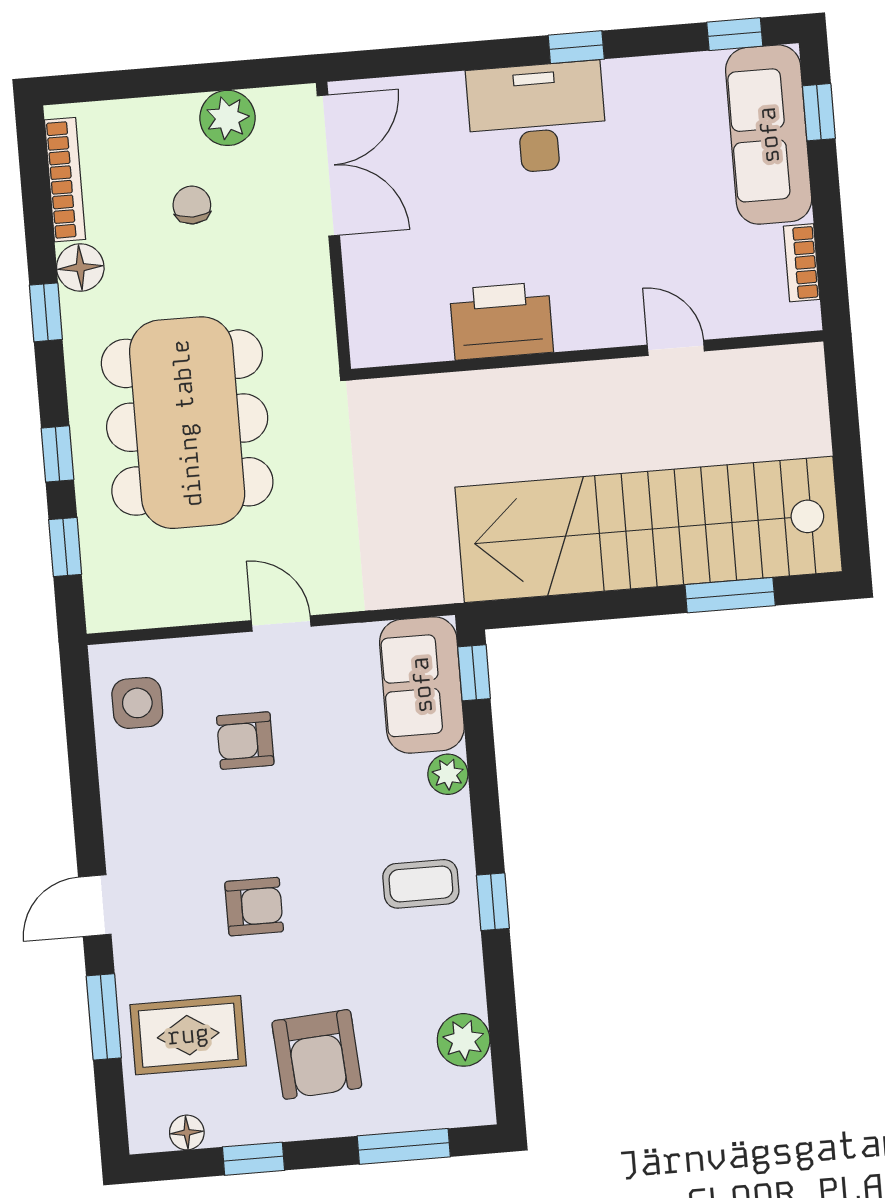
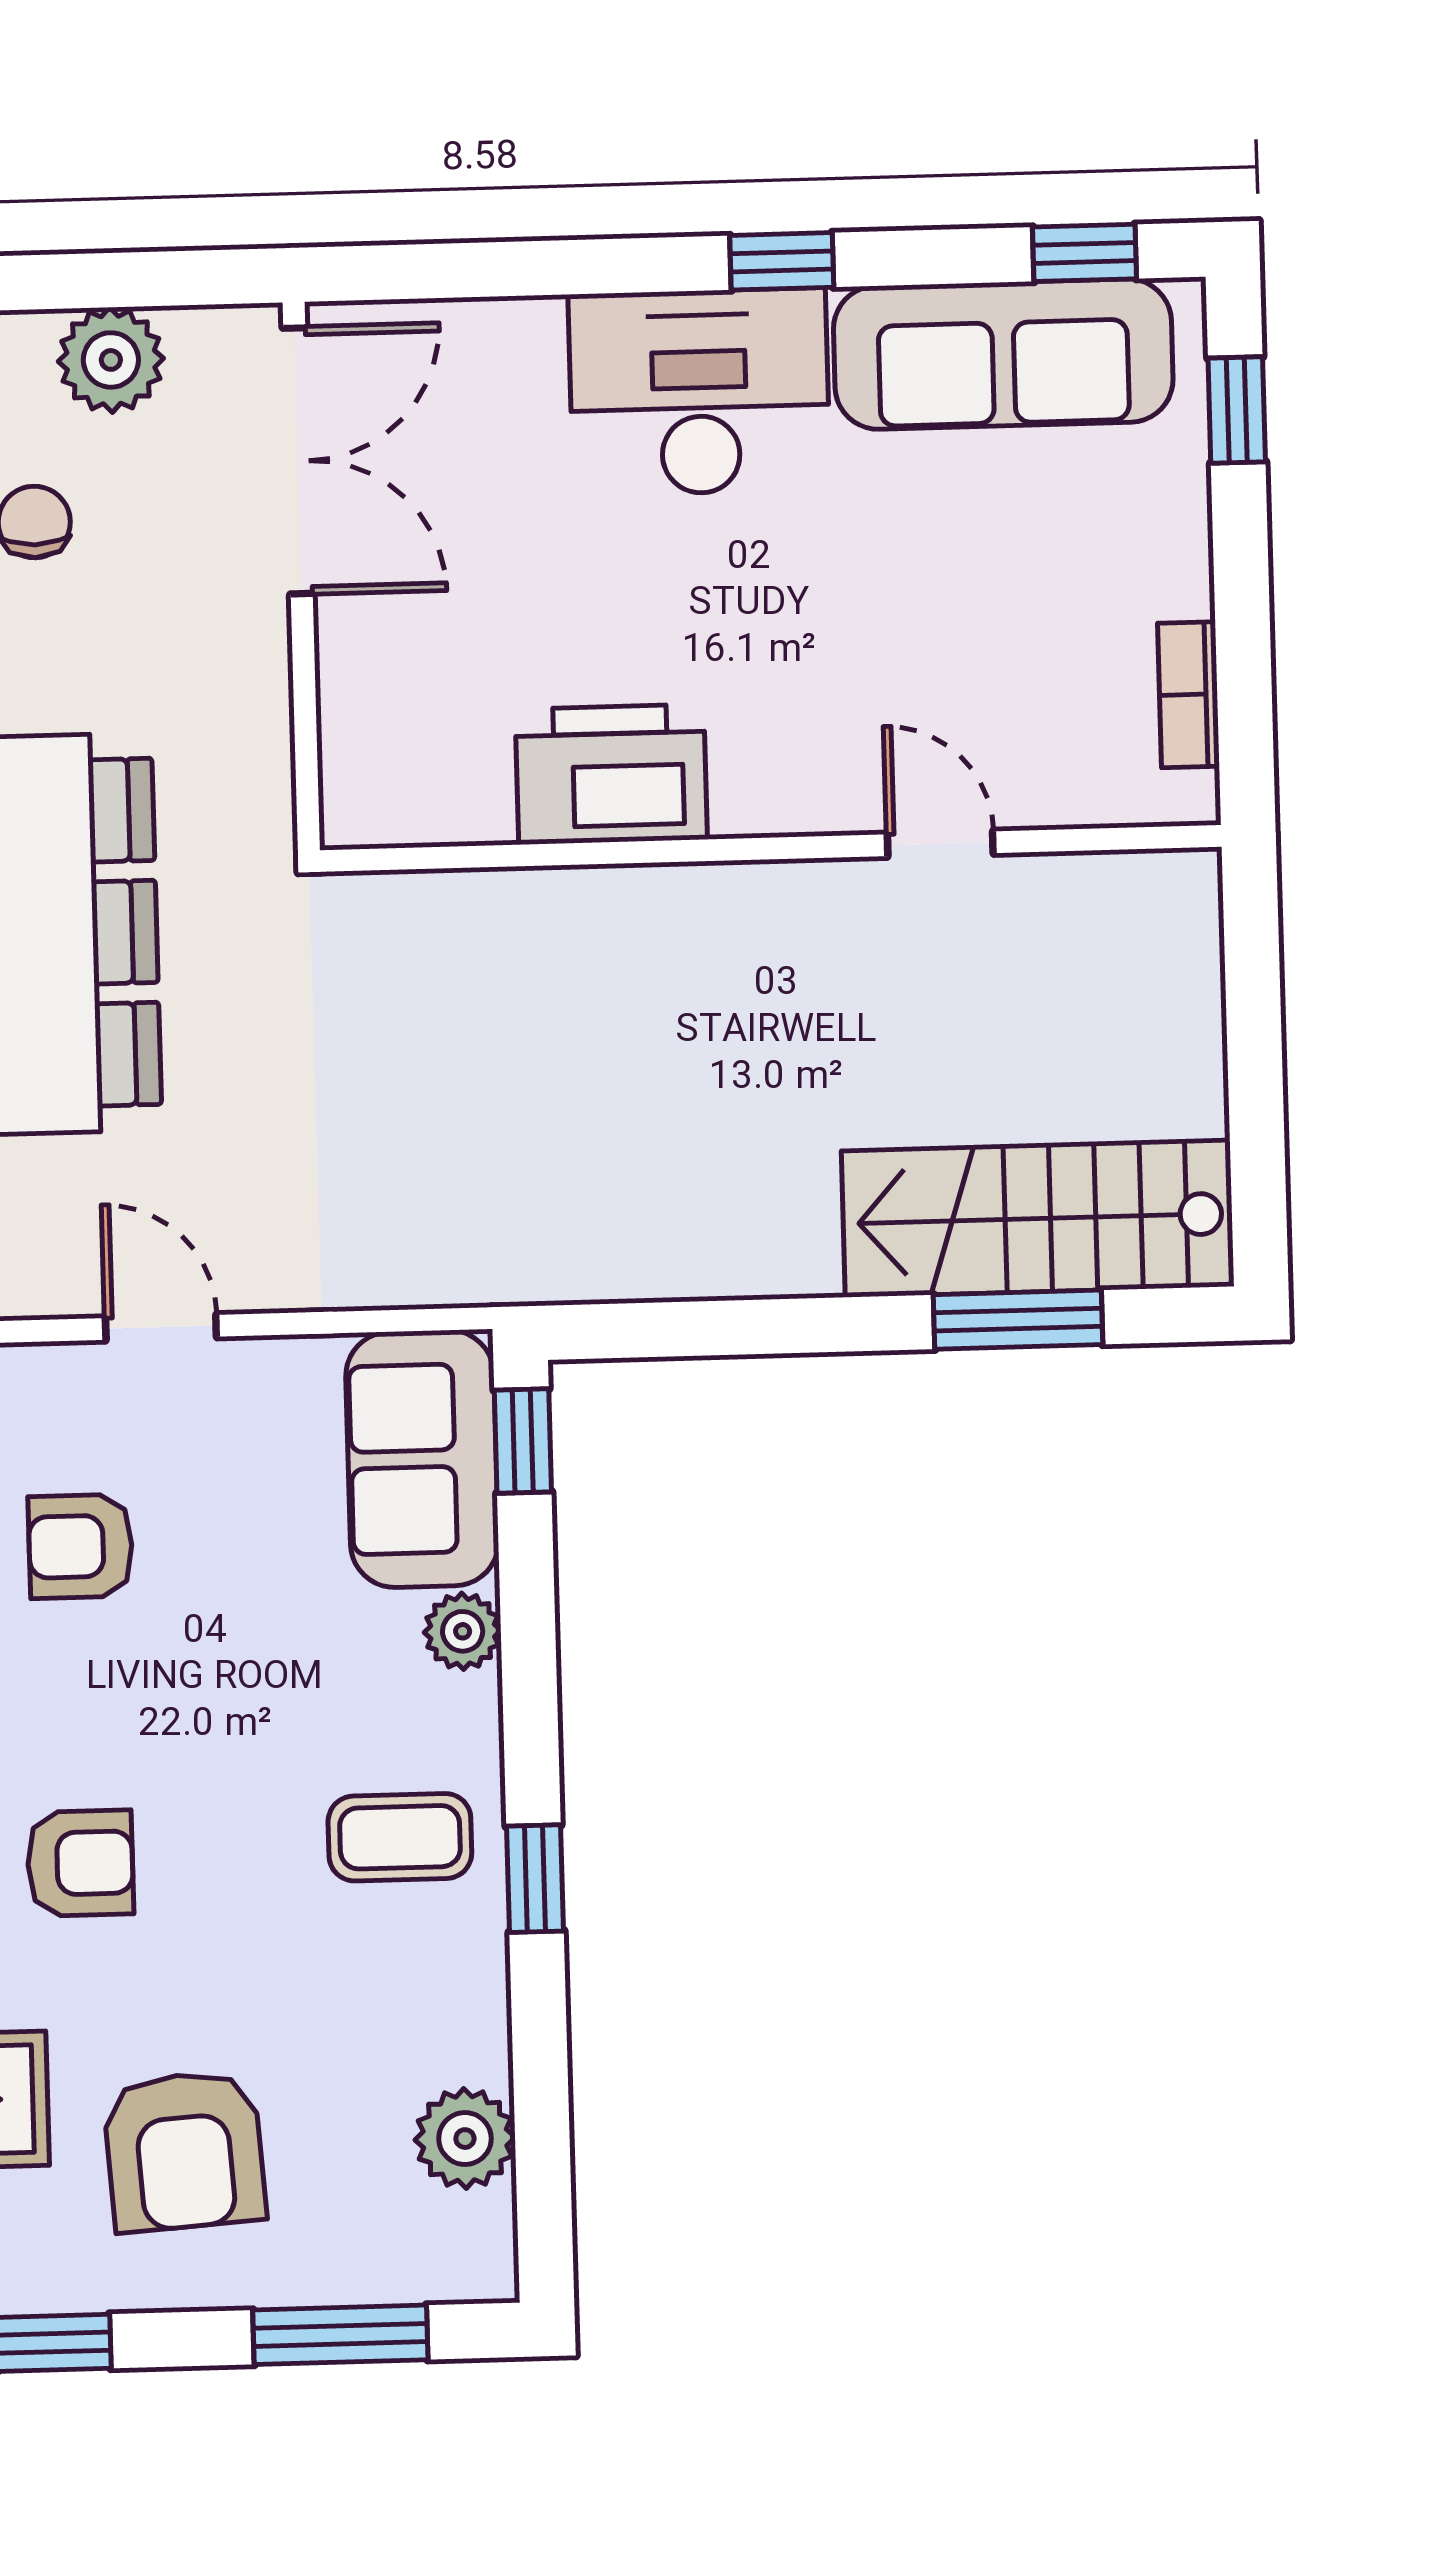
sofa: (769, 135) -> (1003, 354), moved, turned -90
stairs: (649, 529) -> (1038, 1219), width x0.54, depth x0.66

